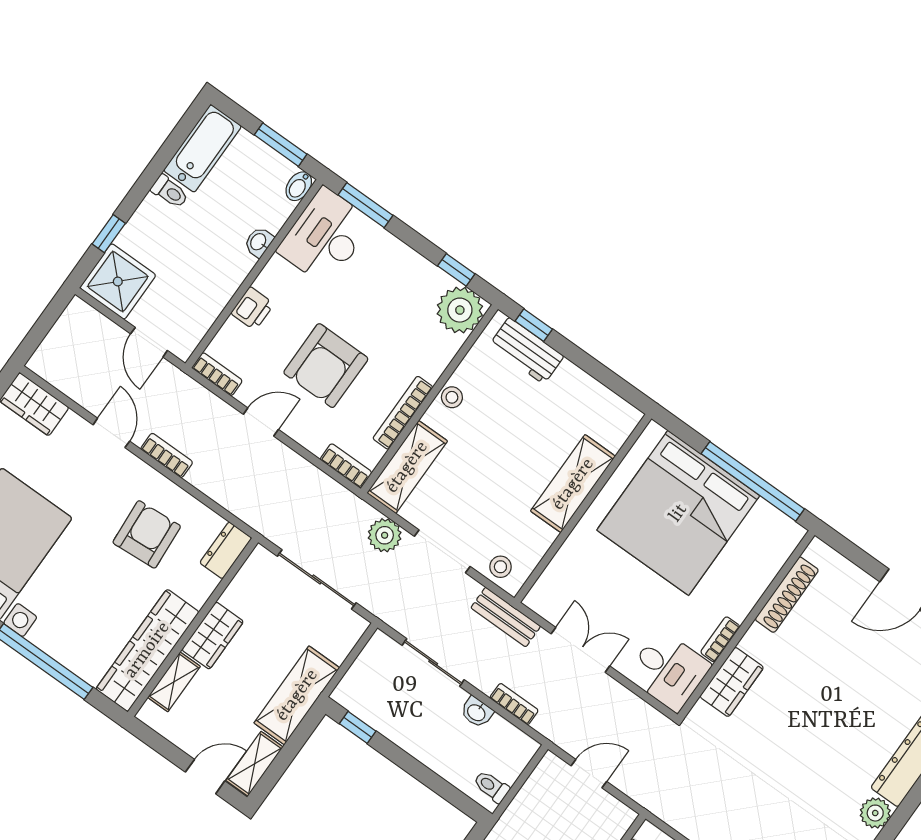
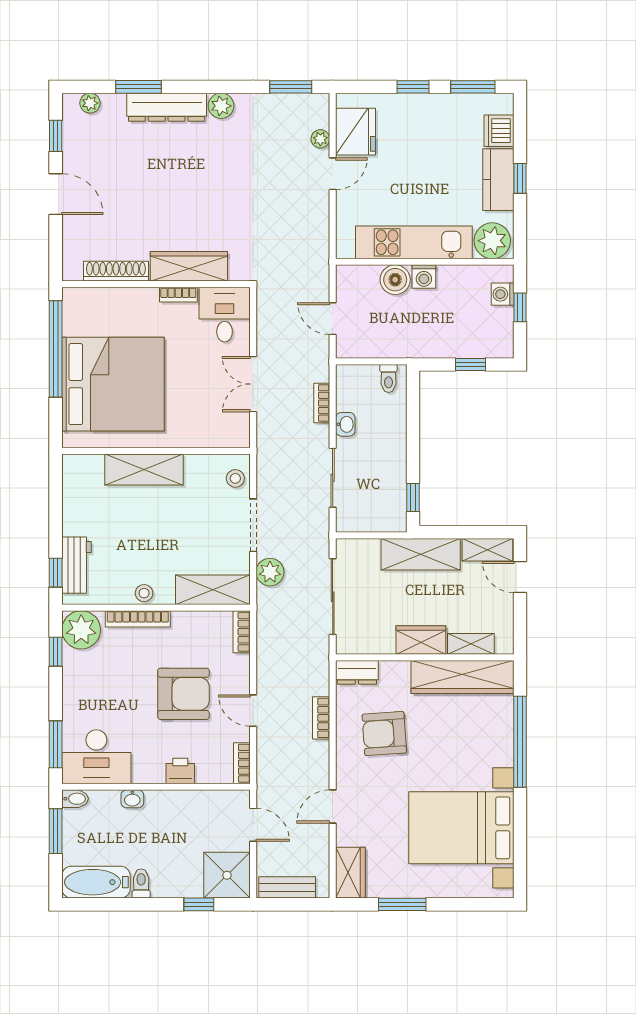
door: (149, 342) -> (253, 825), hinge flipped
bookcase: (403, 413) -> (138, 619), moved
bookcase: (167, 455) -> (321, 718), moved
bench: (506, 617) -> (287, 887), moved, turned 90
wardrobe: (732, 682) -> (189, 266), width x1.50

